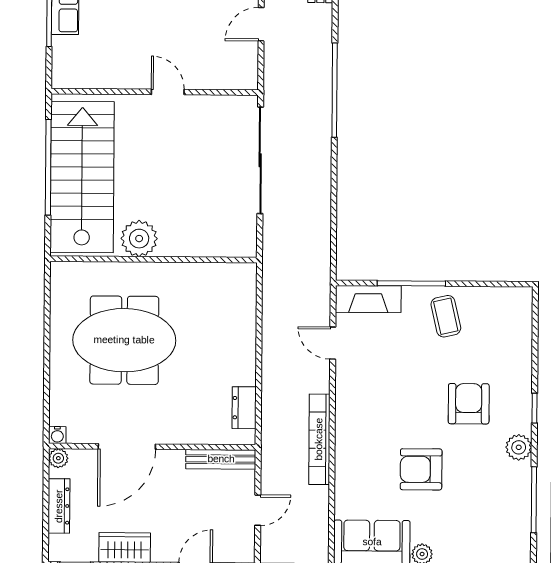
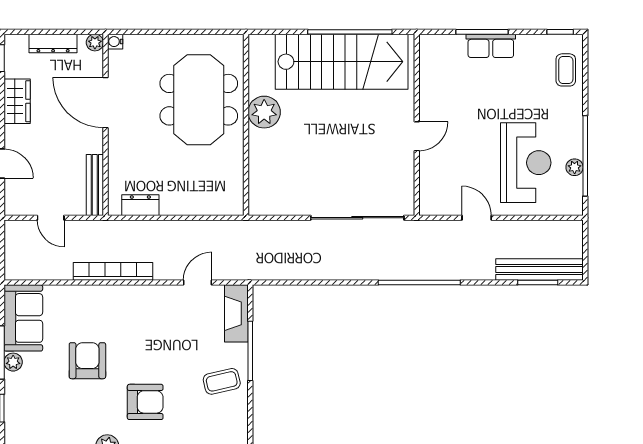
plant: (139, 239) -> (264, 112), moved
wall: (153, 259) -> (246, 125), moved

